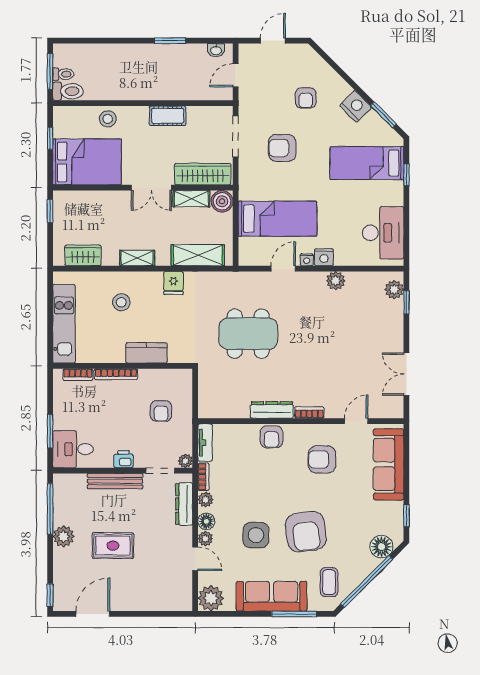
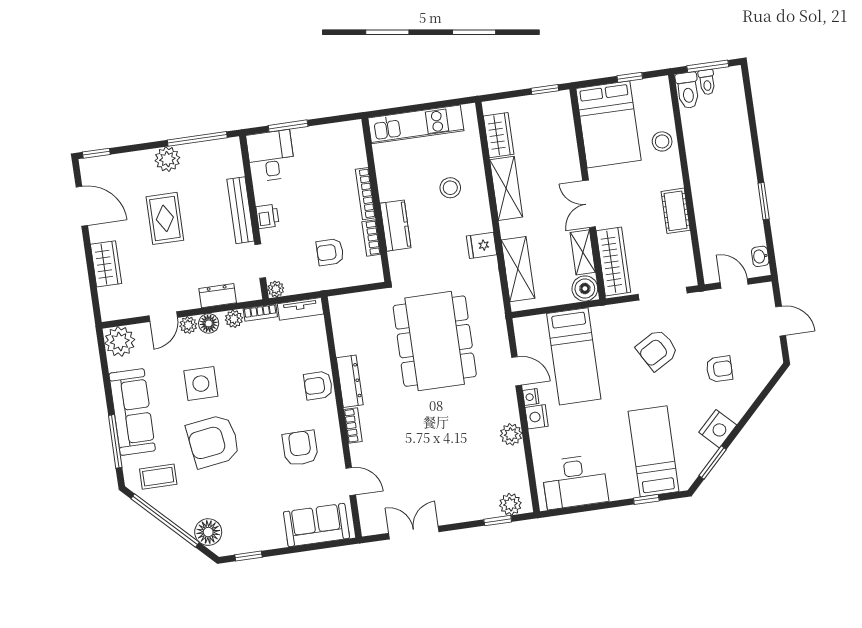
armchair: (306, 98) -> (719, 369), turned 180
armchair: (282, 148) -> (657, 350), turned -120
shelving: (137, 258) -> (506, 188), width x1.50, depth x1.33
dining table: (248, 334) -> (435, 341), width x1.36, depth x1.24
bookcase: (78, 375) -> (371, 238), moved
sofa: (389, 464) -> (316, 525), width x0.73
dresser: (184, 504) -> (218, 296), width x0.70
wardrobe: (144, 600) -> (106, 264), added

